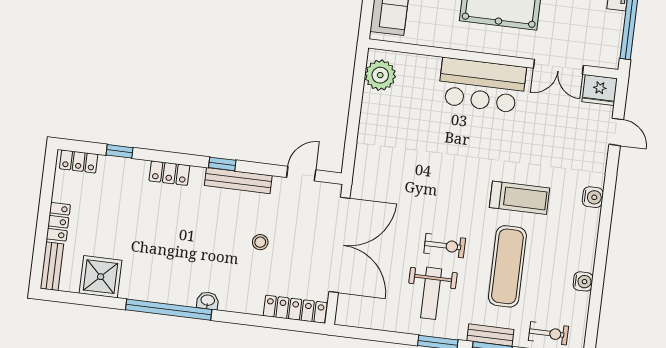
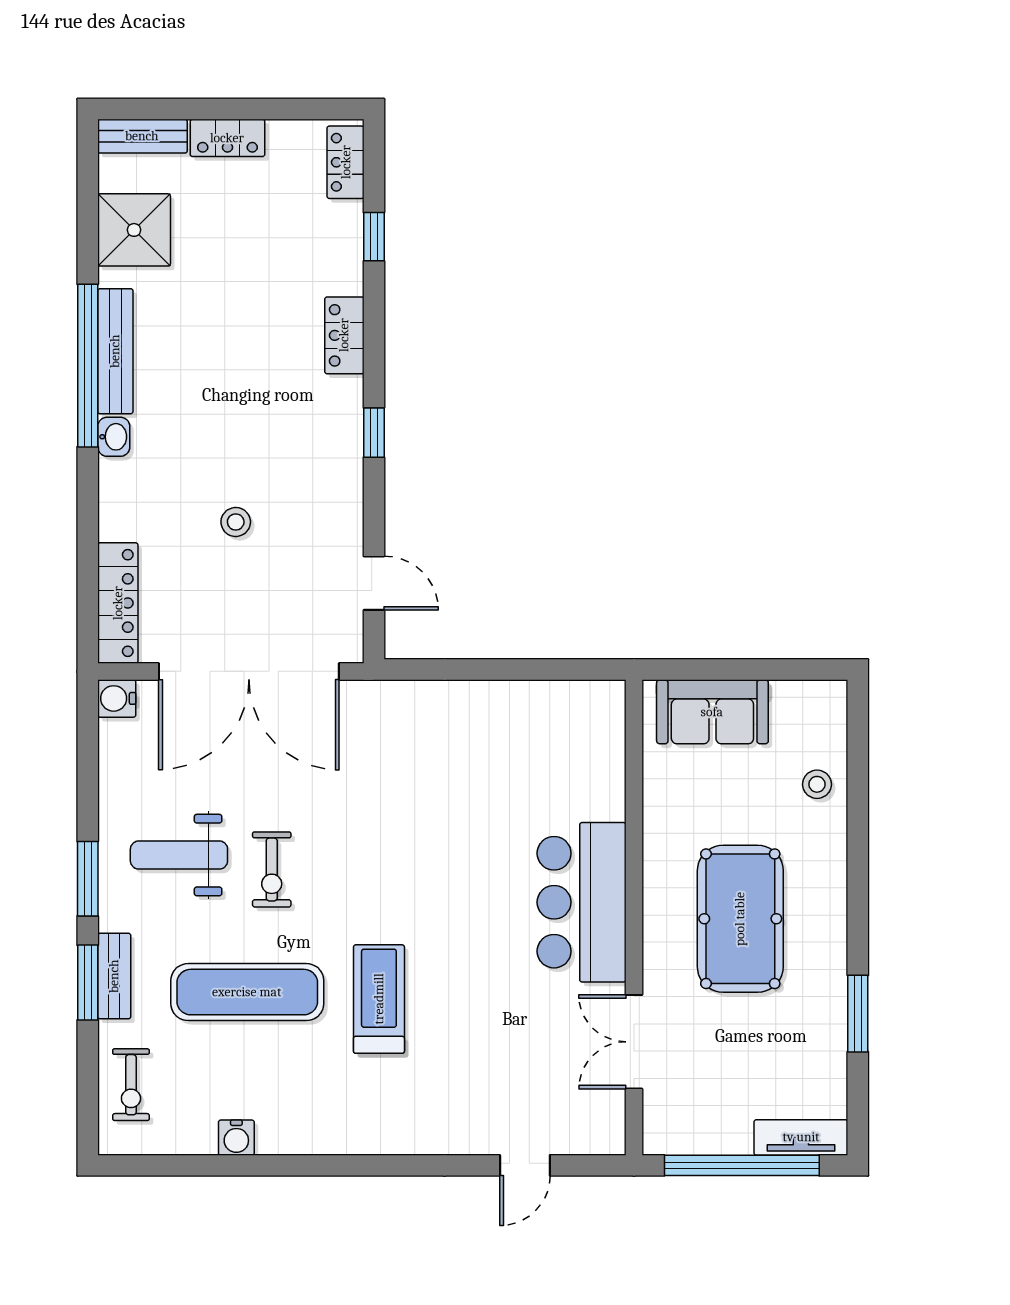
plant: (380, 75) -> (577, 709), removed
fridge: (600, 90) -> (600, 1125), removed
bench: (238, 181) -> (115, 351), moved
water cooler: (593, 197) -> (117, 698), moved, turned 90
treadmill: (520, 198) -> (379, 999), turned 180

